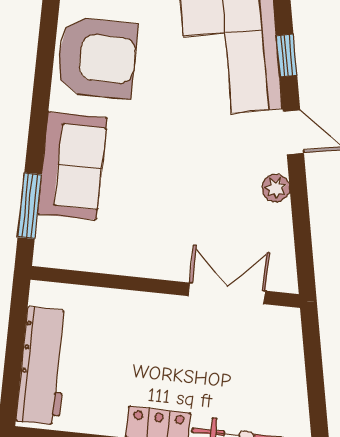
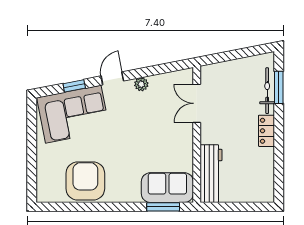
sofa: (72, 166) -> (167, 188), moved
workbench: (43, 366) -> (211, 174), moved, turned 90

